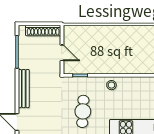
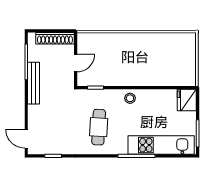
door: (62, 53) -> (76, 63), hinge flipped
bench: (24, 89) -> (34, 83), moved

